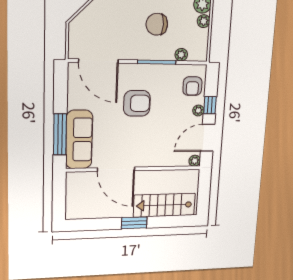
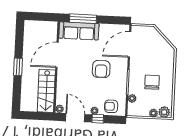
stairs: (164, 205) -> (46, 91), moved, turned 180

